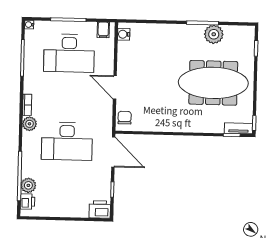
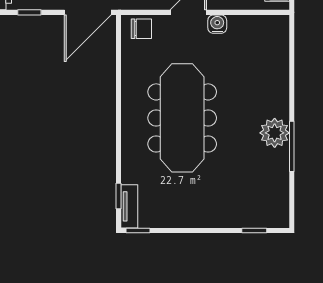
water cooler: (124, 34) -> (217, 24), moved
plant: (214, 34) -> (275, 133), moved
meeting table: (213, 83) -> (182, 118), moved

